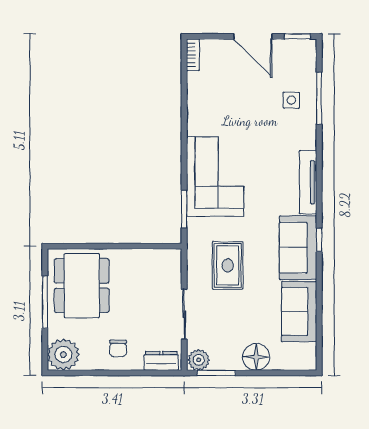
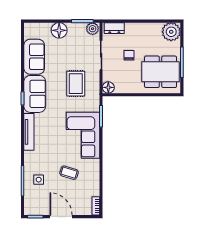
coffee table: (239, 112) -> (69, 173), added
floor lamp: (172, 259) -> (108, 87), added
dining table: (82, 286) -> (161, 72), turned 90
chair: (118, 348) -> (129, 55), moved

